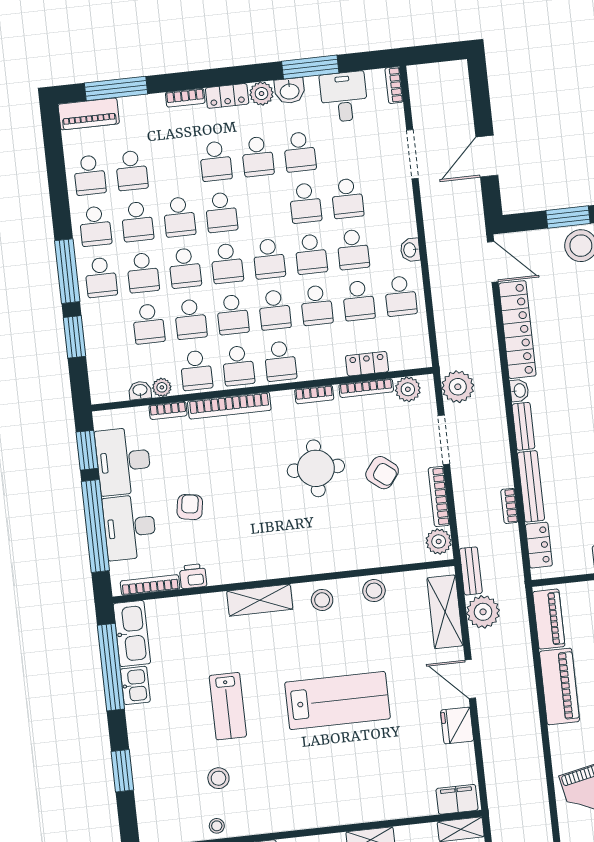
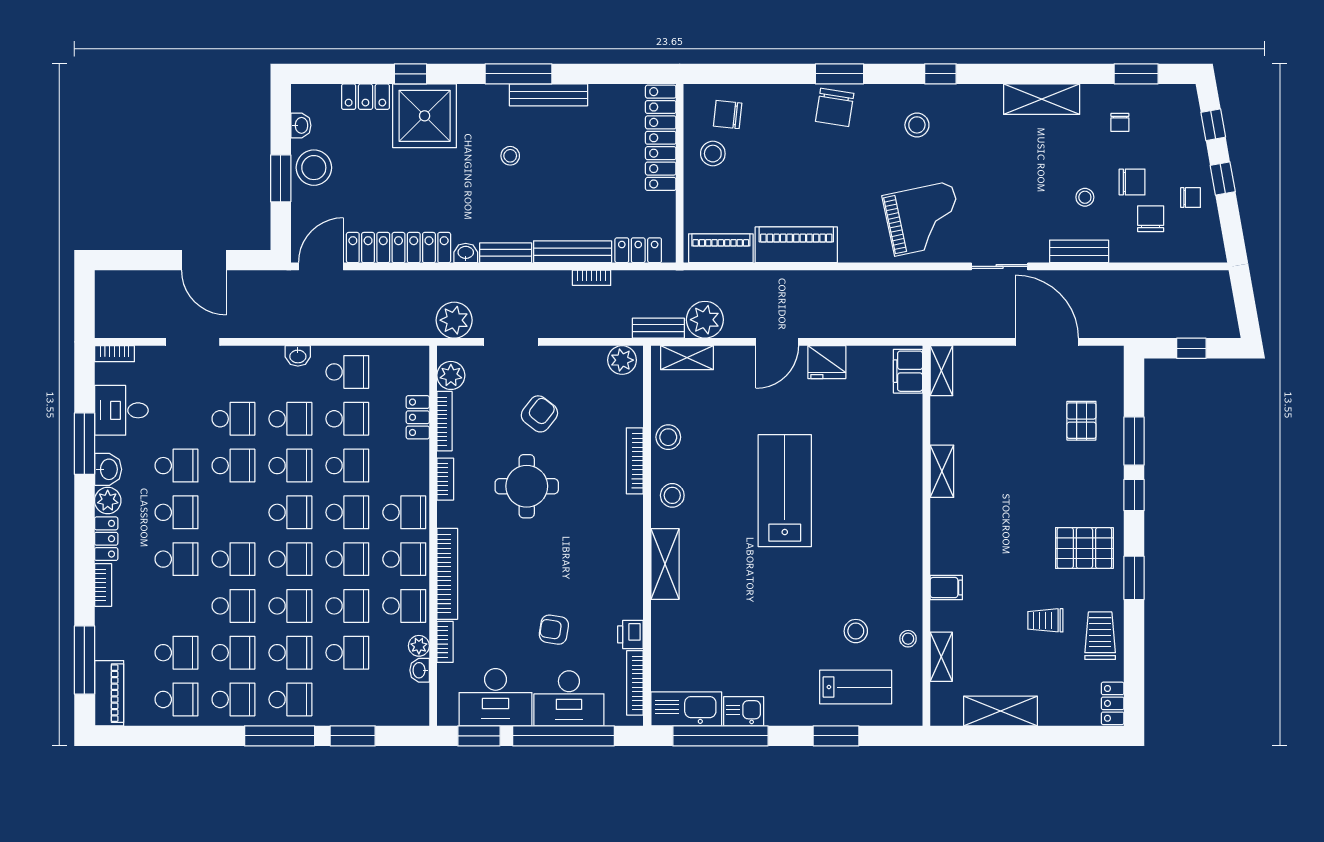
bookcase: (439, 497) -> (635, 461), moved, turned 90
shelving: (445, 612) -> (687, 358), width x0.67, depth x0.75
lab bench: (228, 706) -> (856, 687), moved

